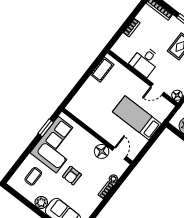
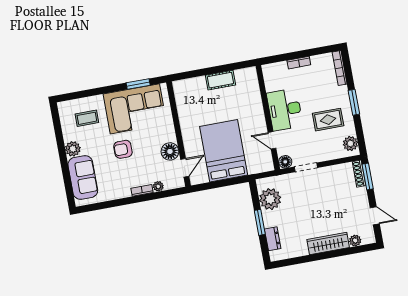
desk: (145, 61) -> (285, 110), width x1.37
cot: (102, 70) -> (220, 80), moved
bed: (137, 118) -> (224, 151), width x1.50

